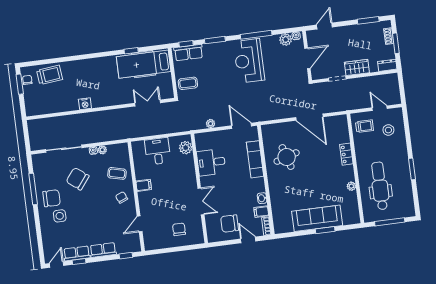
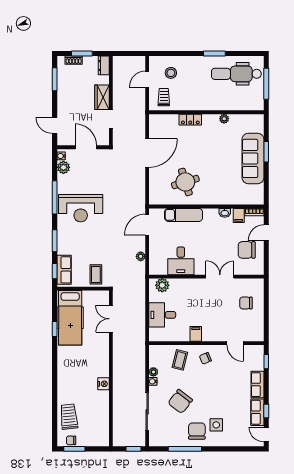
window: (27, 140) -> (133, 449), added
dental chair: (380, 186) -> (236, 74), moved
chair: (230, 224) -> (247, 250), turned 90

